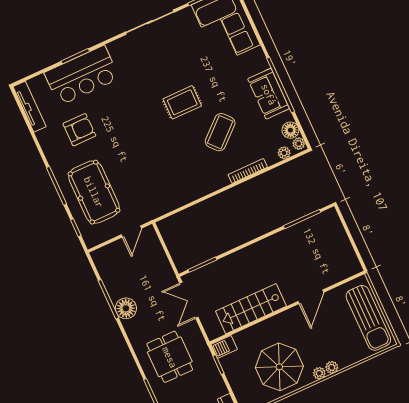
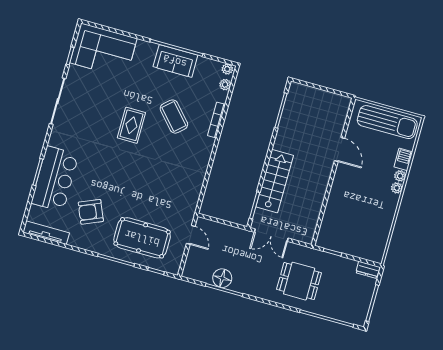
armchair: (79, 130) -> (91, 212), turned -113
floor lamp: (290, 130) -> (213, 67), removed
floor lamp: (126, 308) -> (222, 278), moved
stairs: (251, 309) -> (275, 181), moved, turned 180
barbecue: (224, 347) -> (403, 159), moved, turned 180
parasol: (279, 367) -> (369, 212), removed

